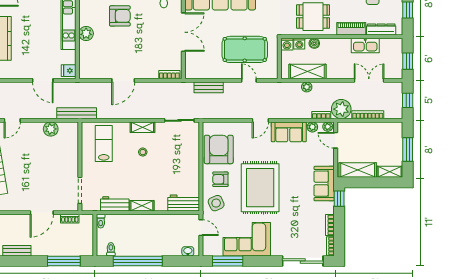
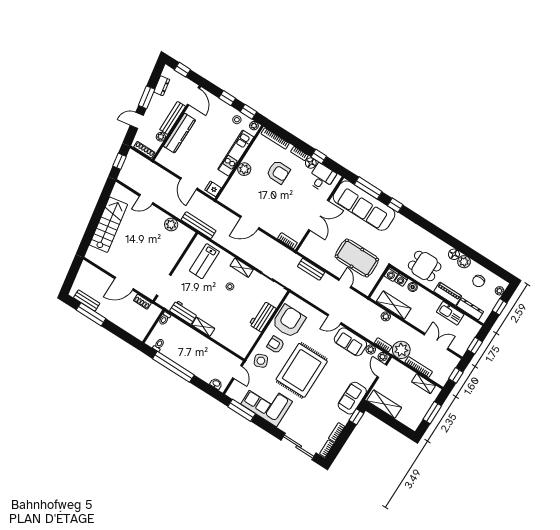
lab bench: (104, 144) -> (204, 261), turned 180
shelving: (390, 172) -> (424, 384), moved
workbench: (184, 203) -> (263, 316), moved, turned -90
window: (64, 261) -> (91, 314), moved

